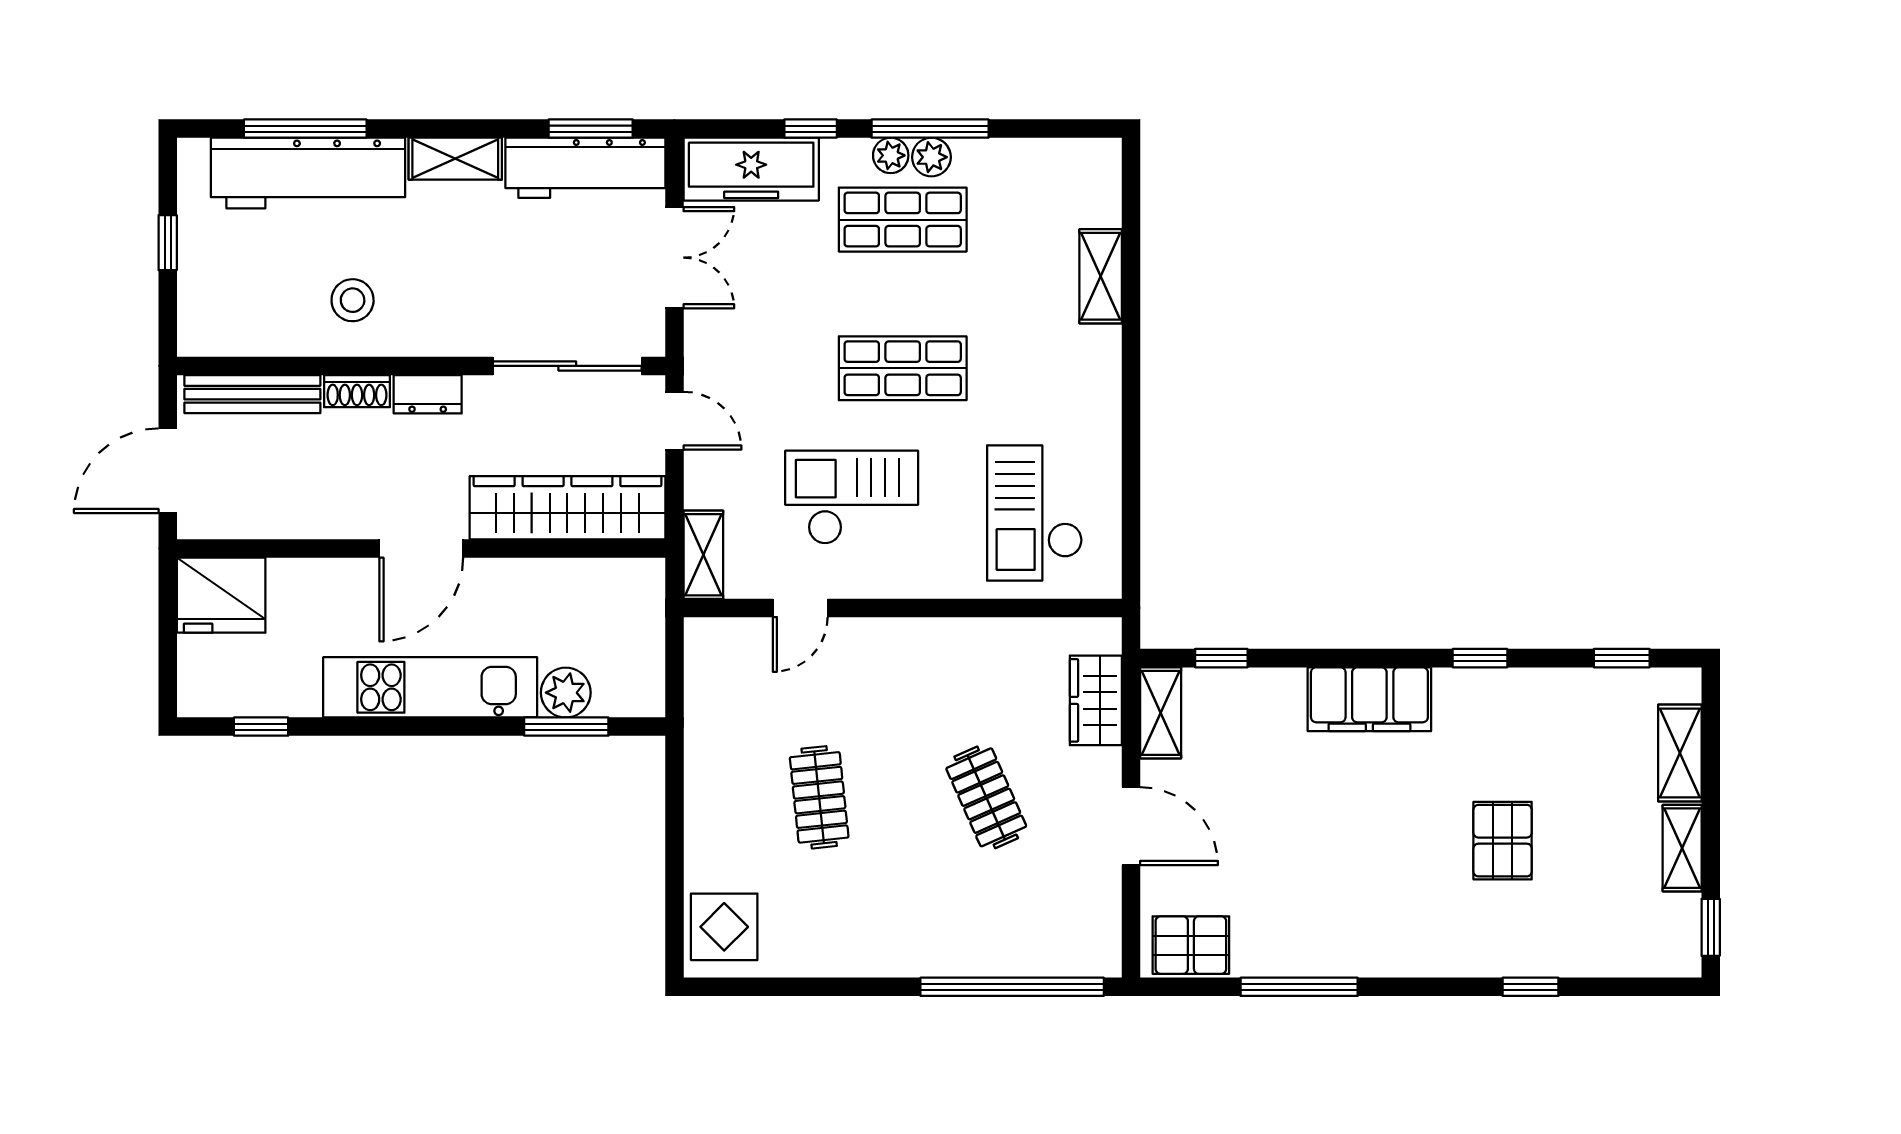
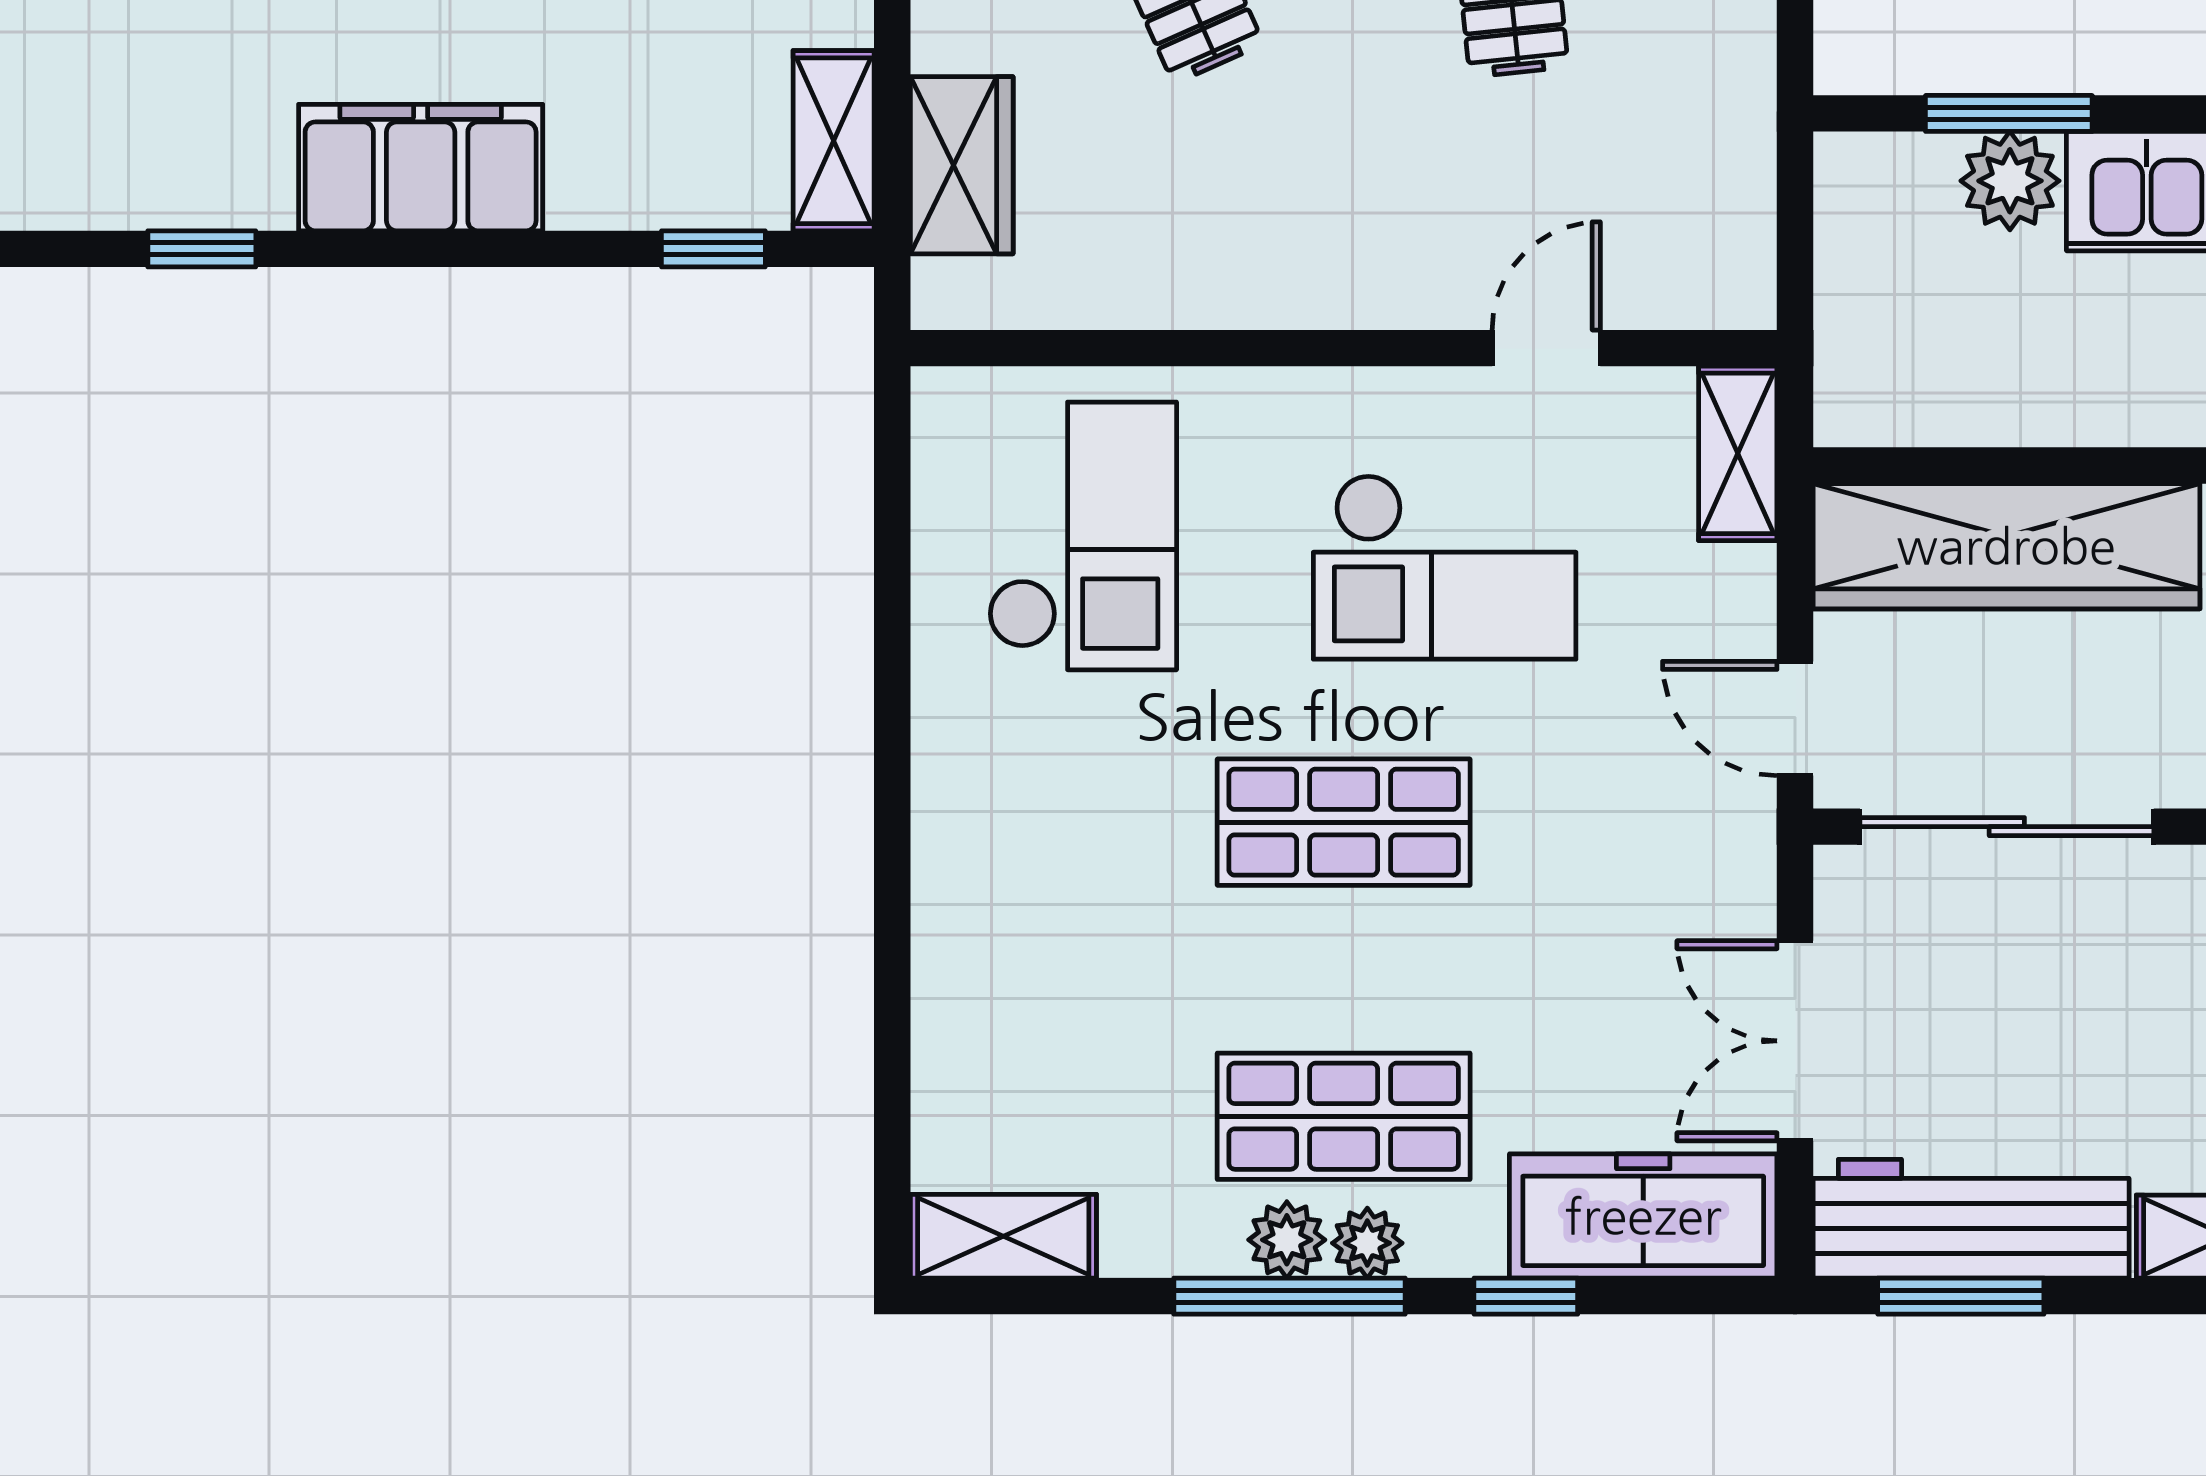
shelving: (1101, 276) -> (1003, 1236), moved, turned 90

